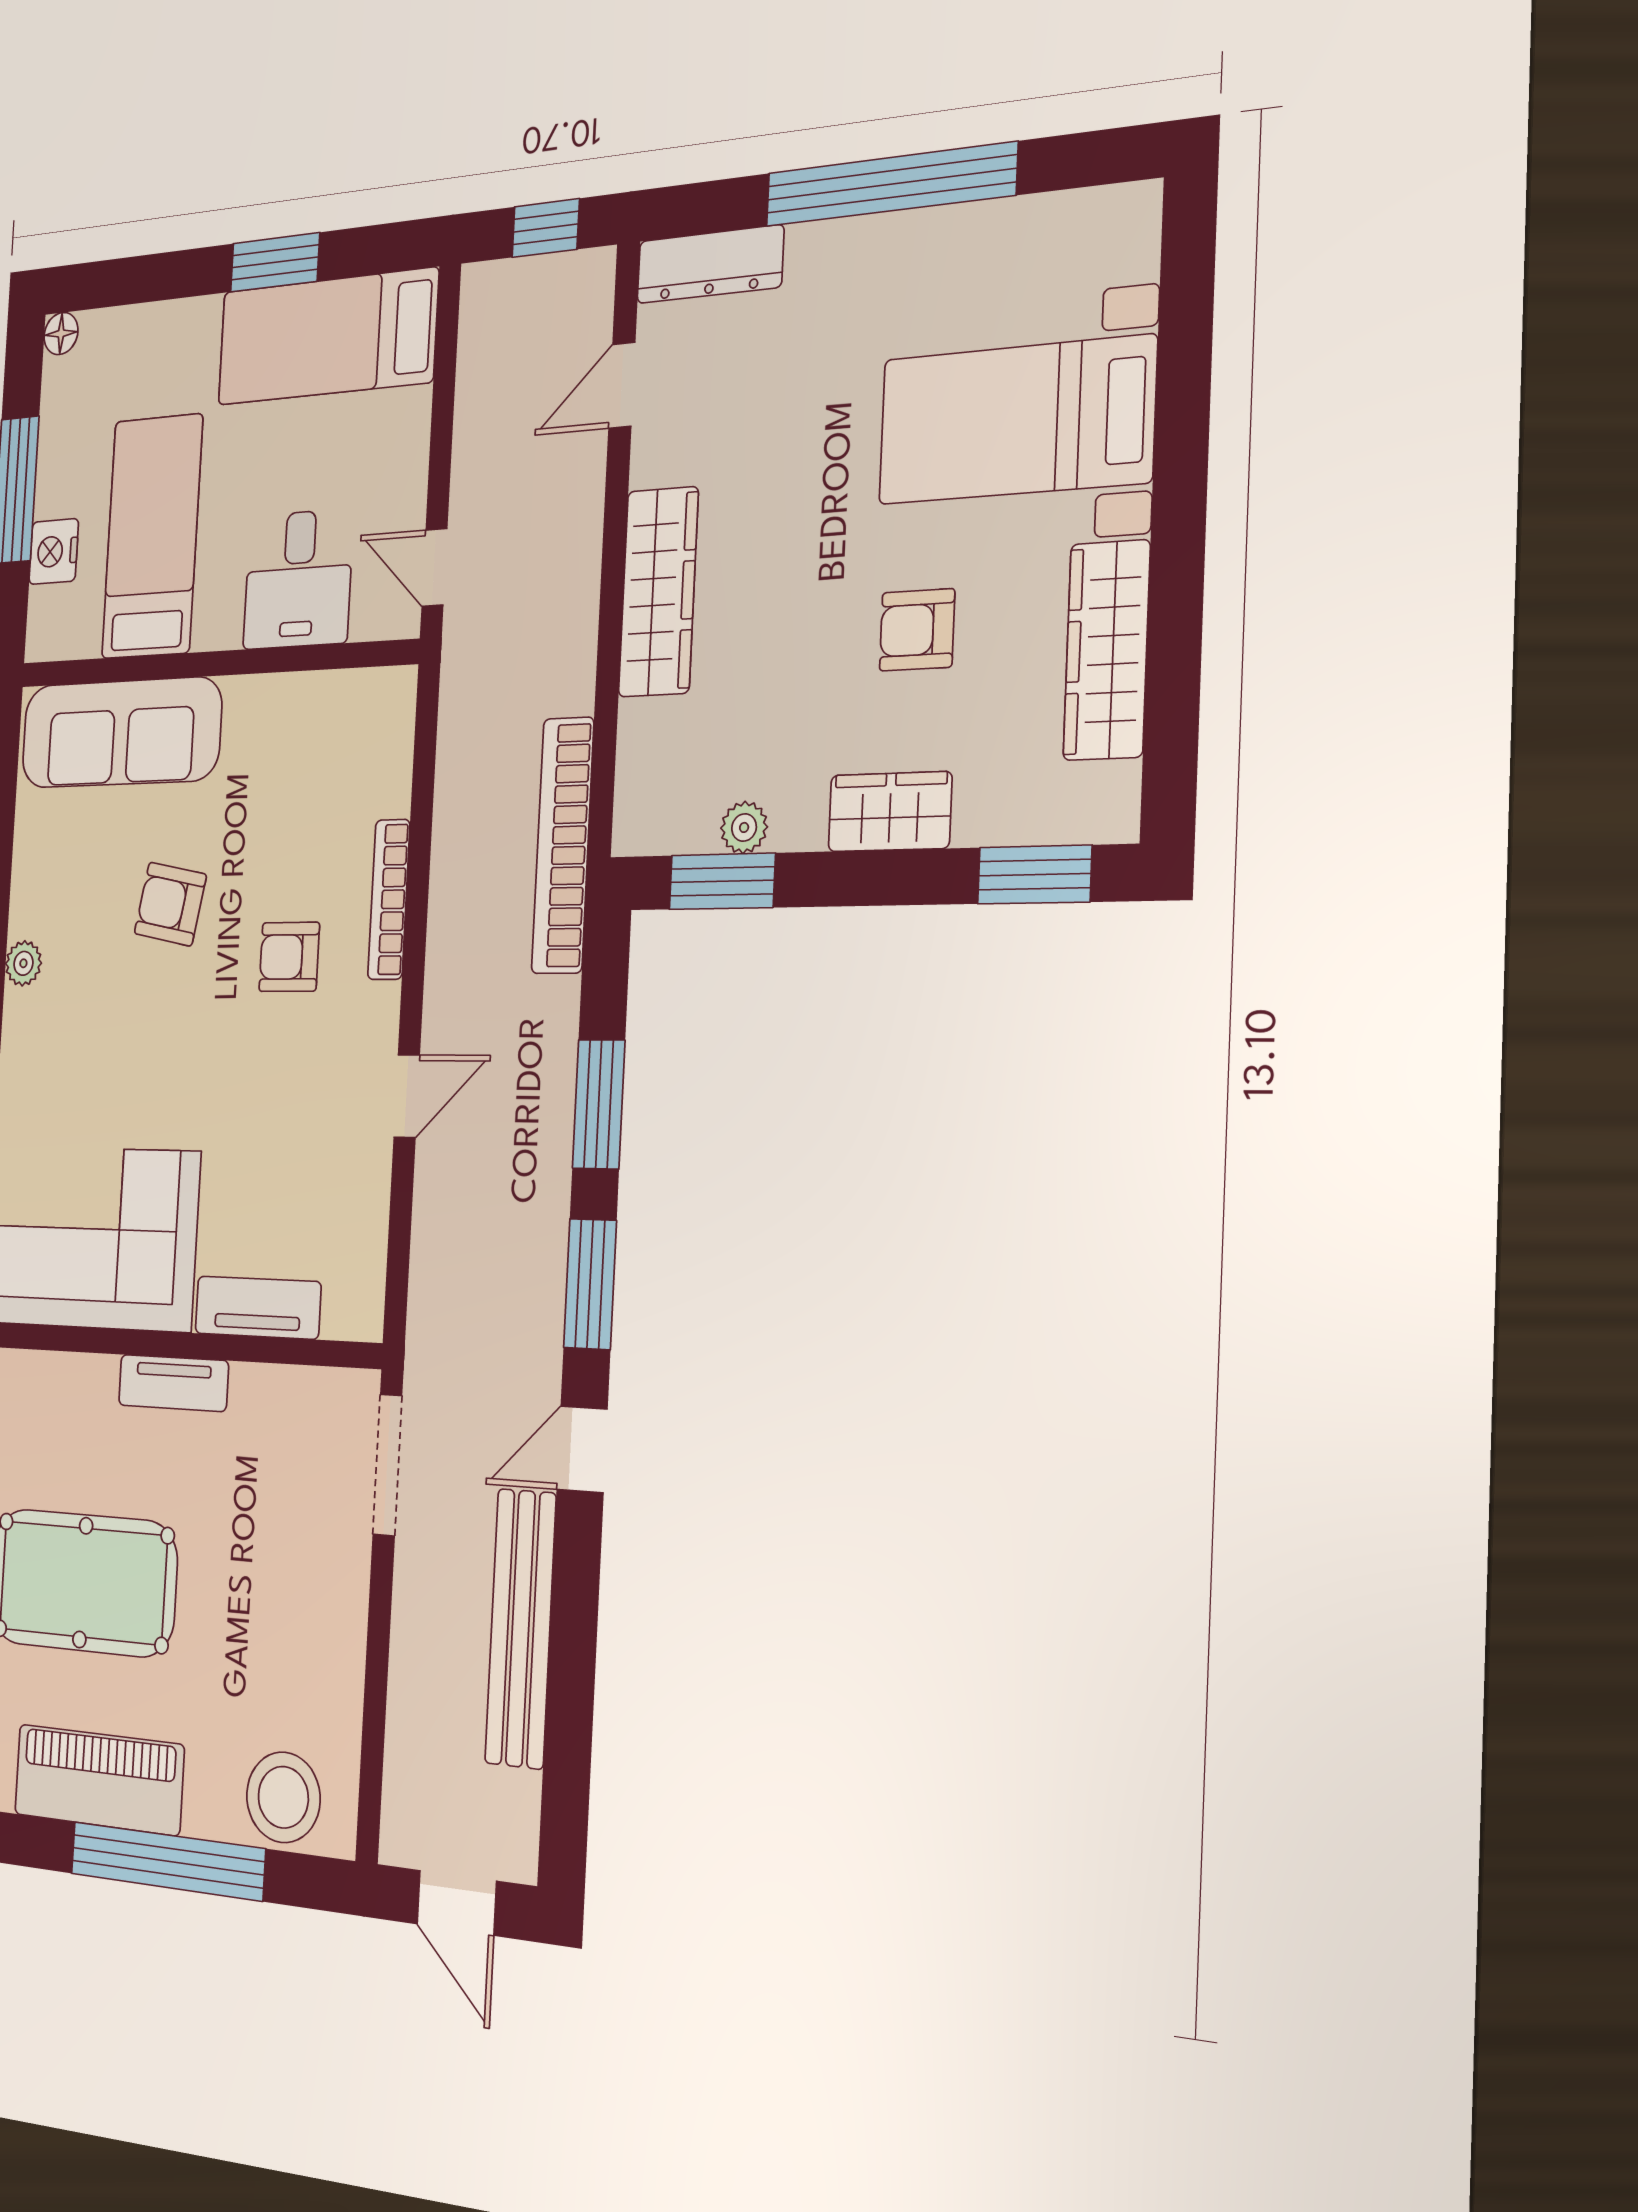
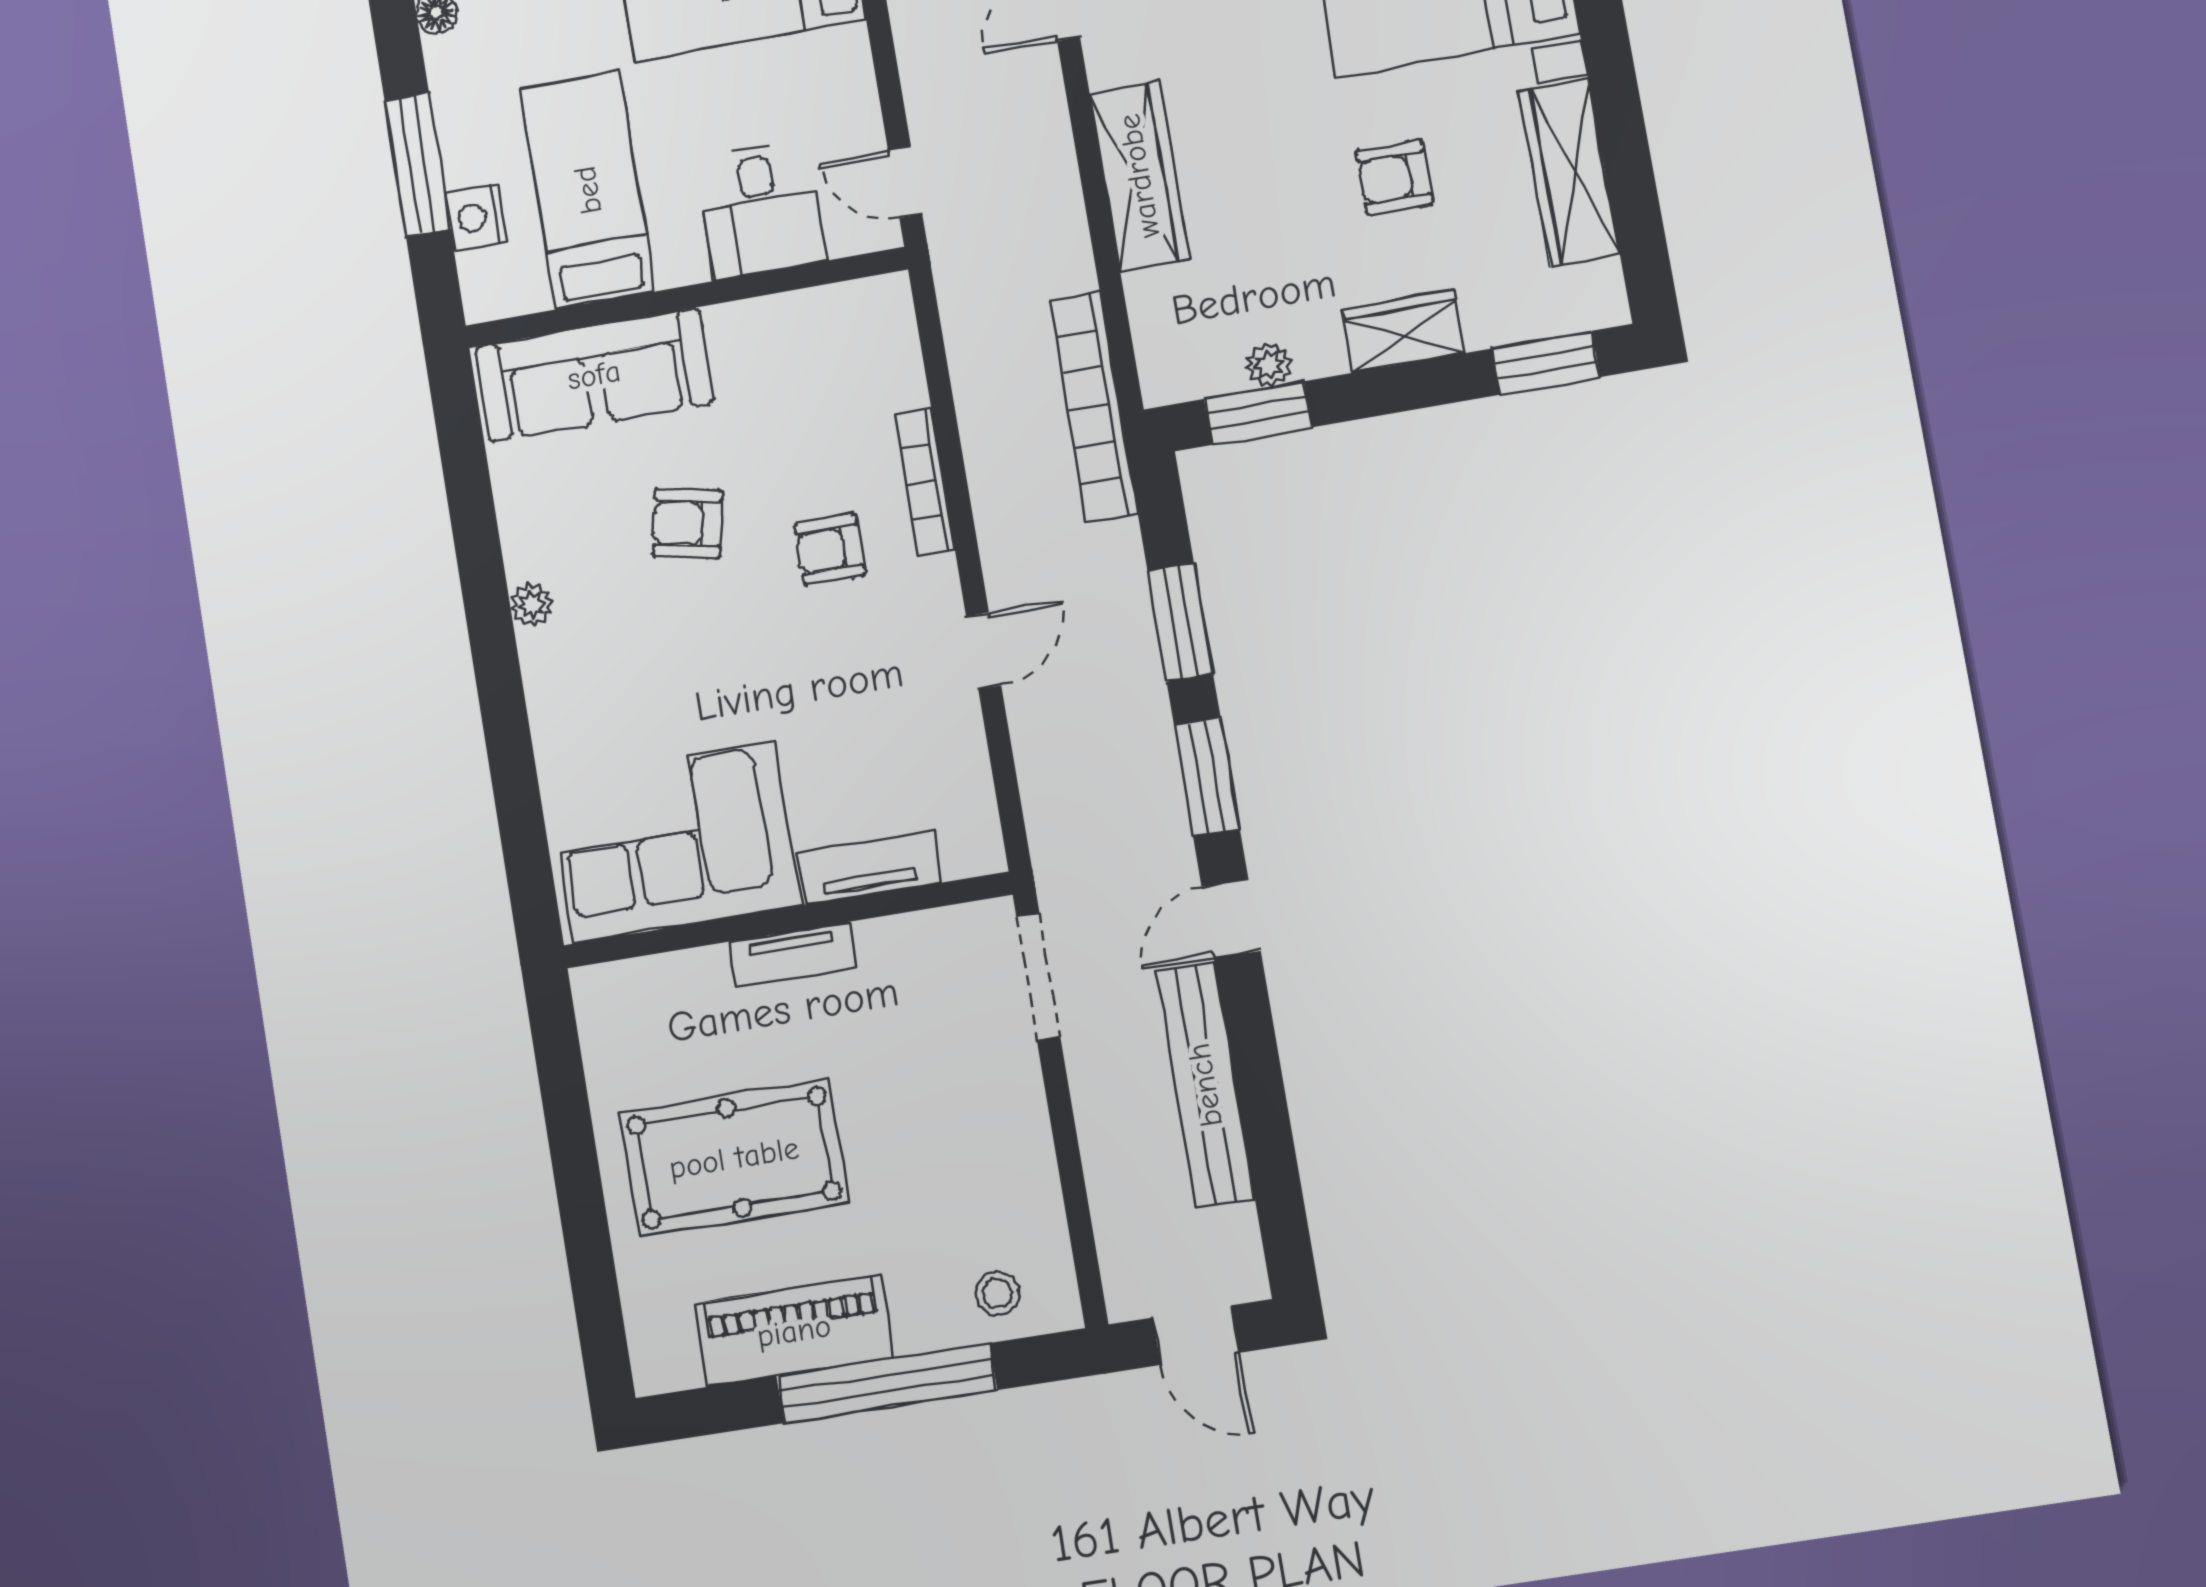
stool: (283, 1797) -> (997, 1293), width x0.53, depth x0.53

